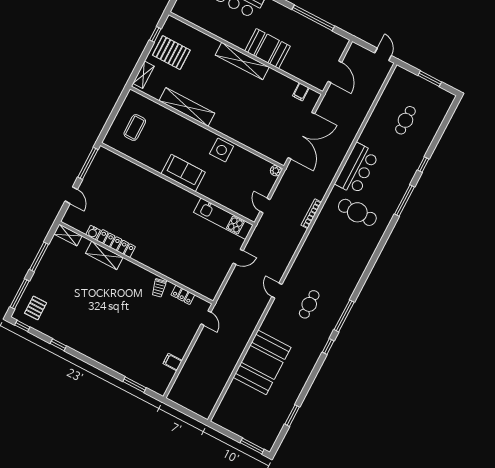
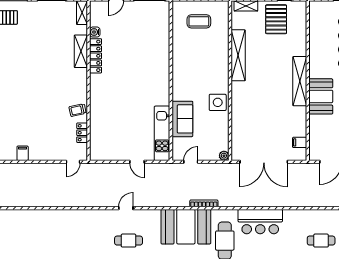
sofa: (183, 173) -> (182, 119), moved
booth: (262, 362) -> (186, 227), moved

